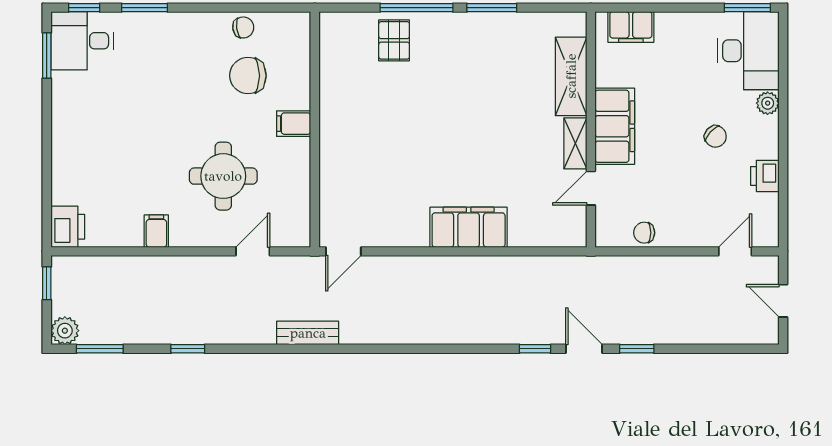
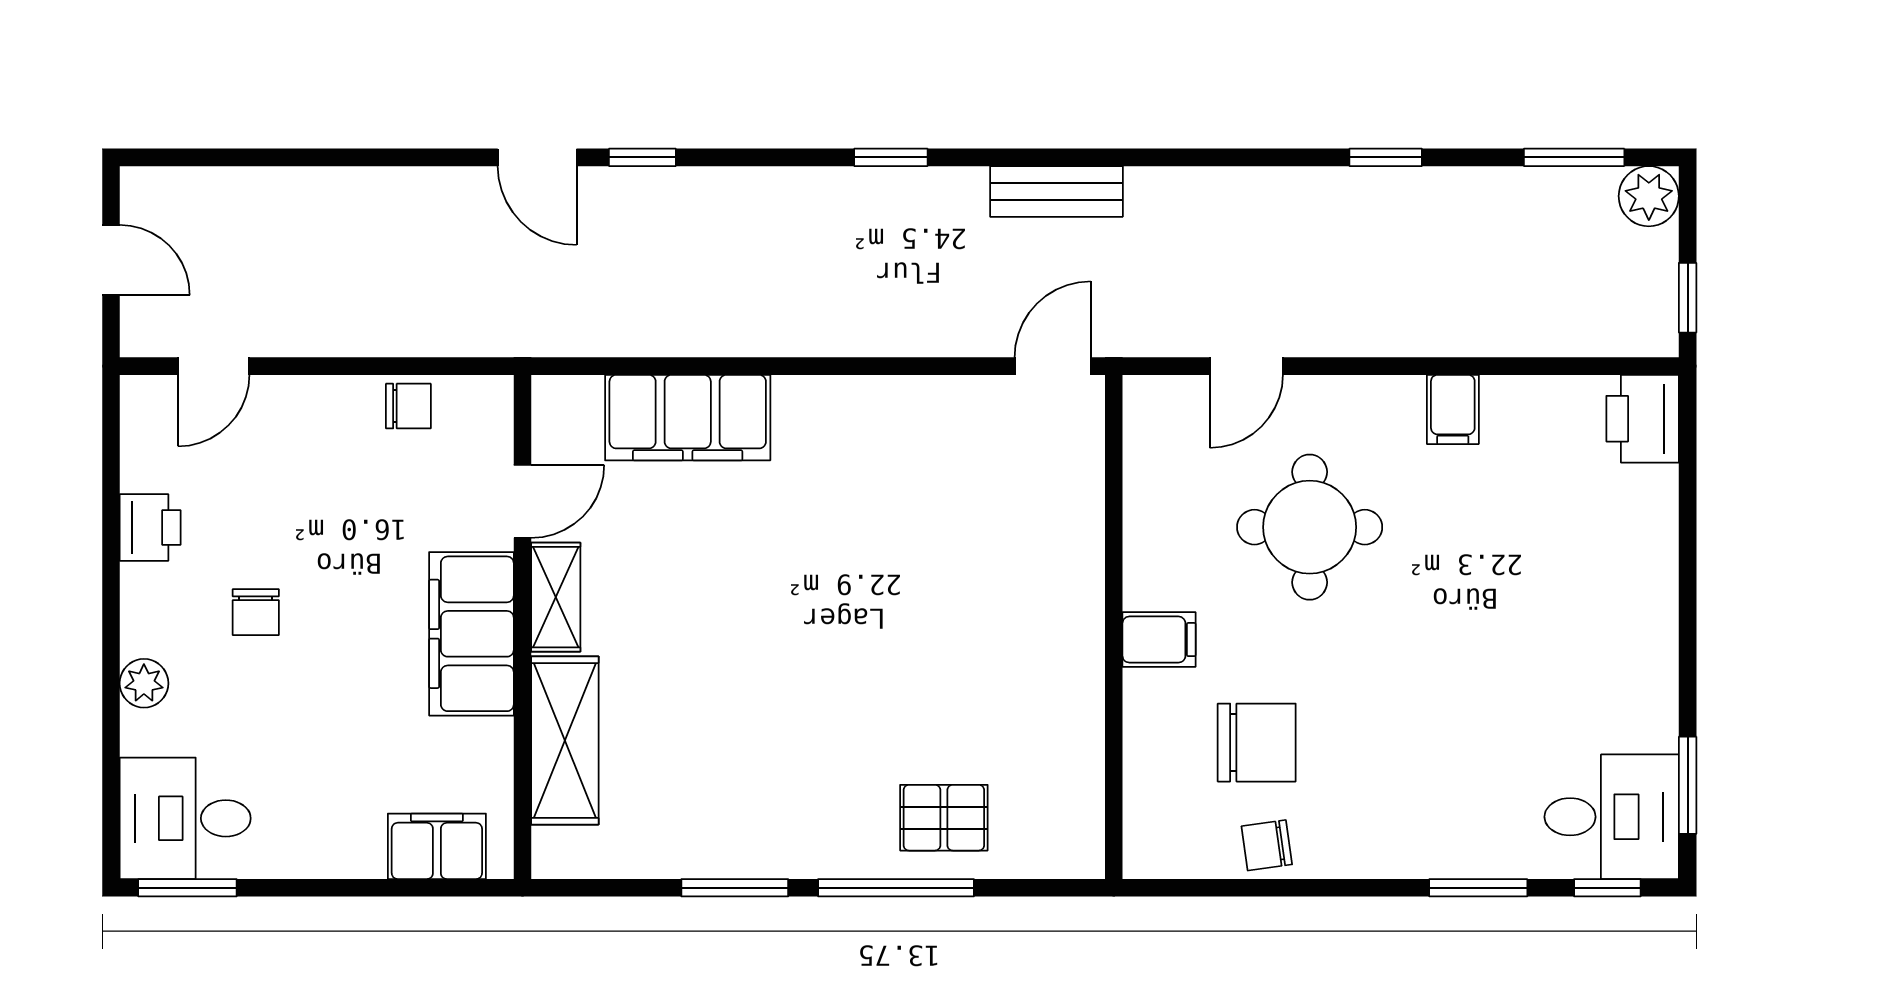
pallet: (394, 40) -> (944, 818), turned 90
desk: (748, 51) -> (185, 818), width x0.73
chair: (715, 136) -> (256, 612), turned -132
filing cabinet: (469, 227) -> (688, 418), moved
bench: (308, 333) -> (1056, 191), moved
window: (637, 349) -> (891, 157), moved

